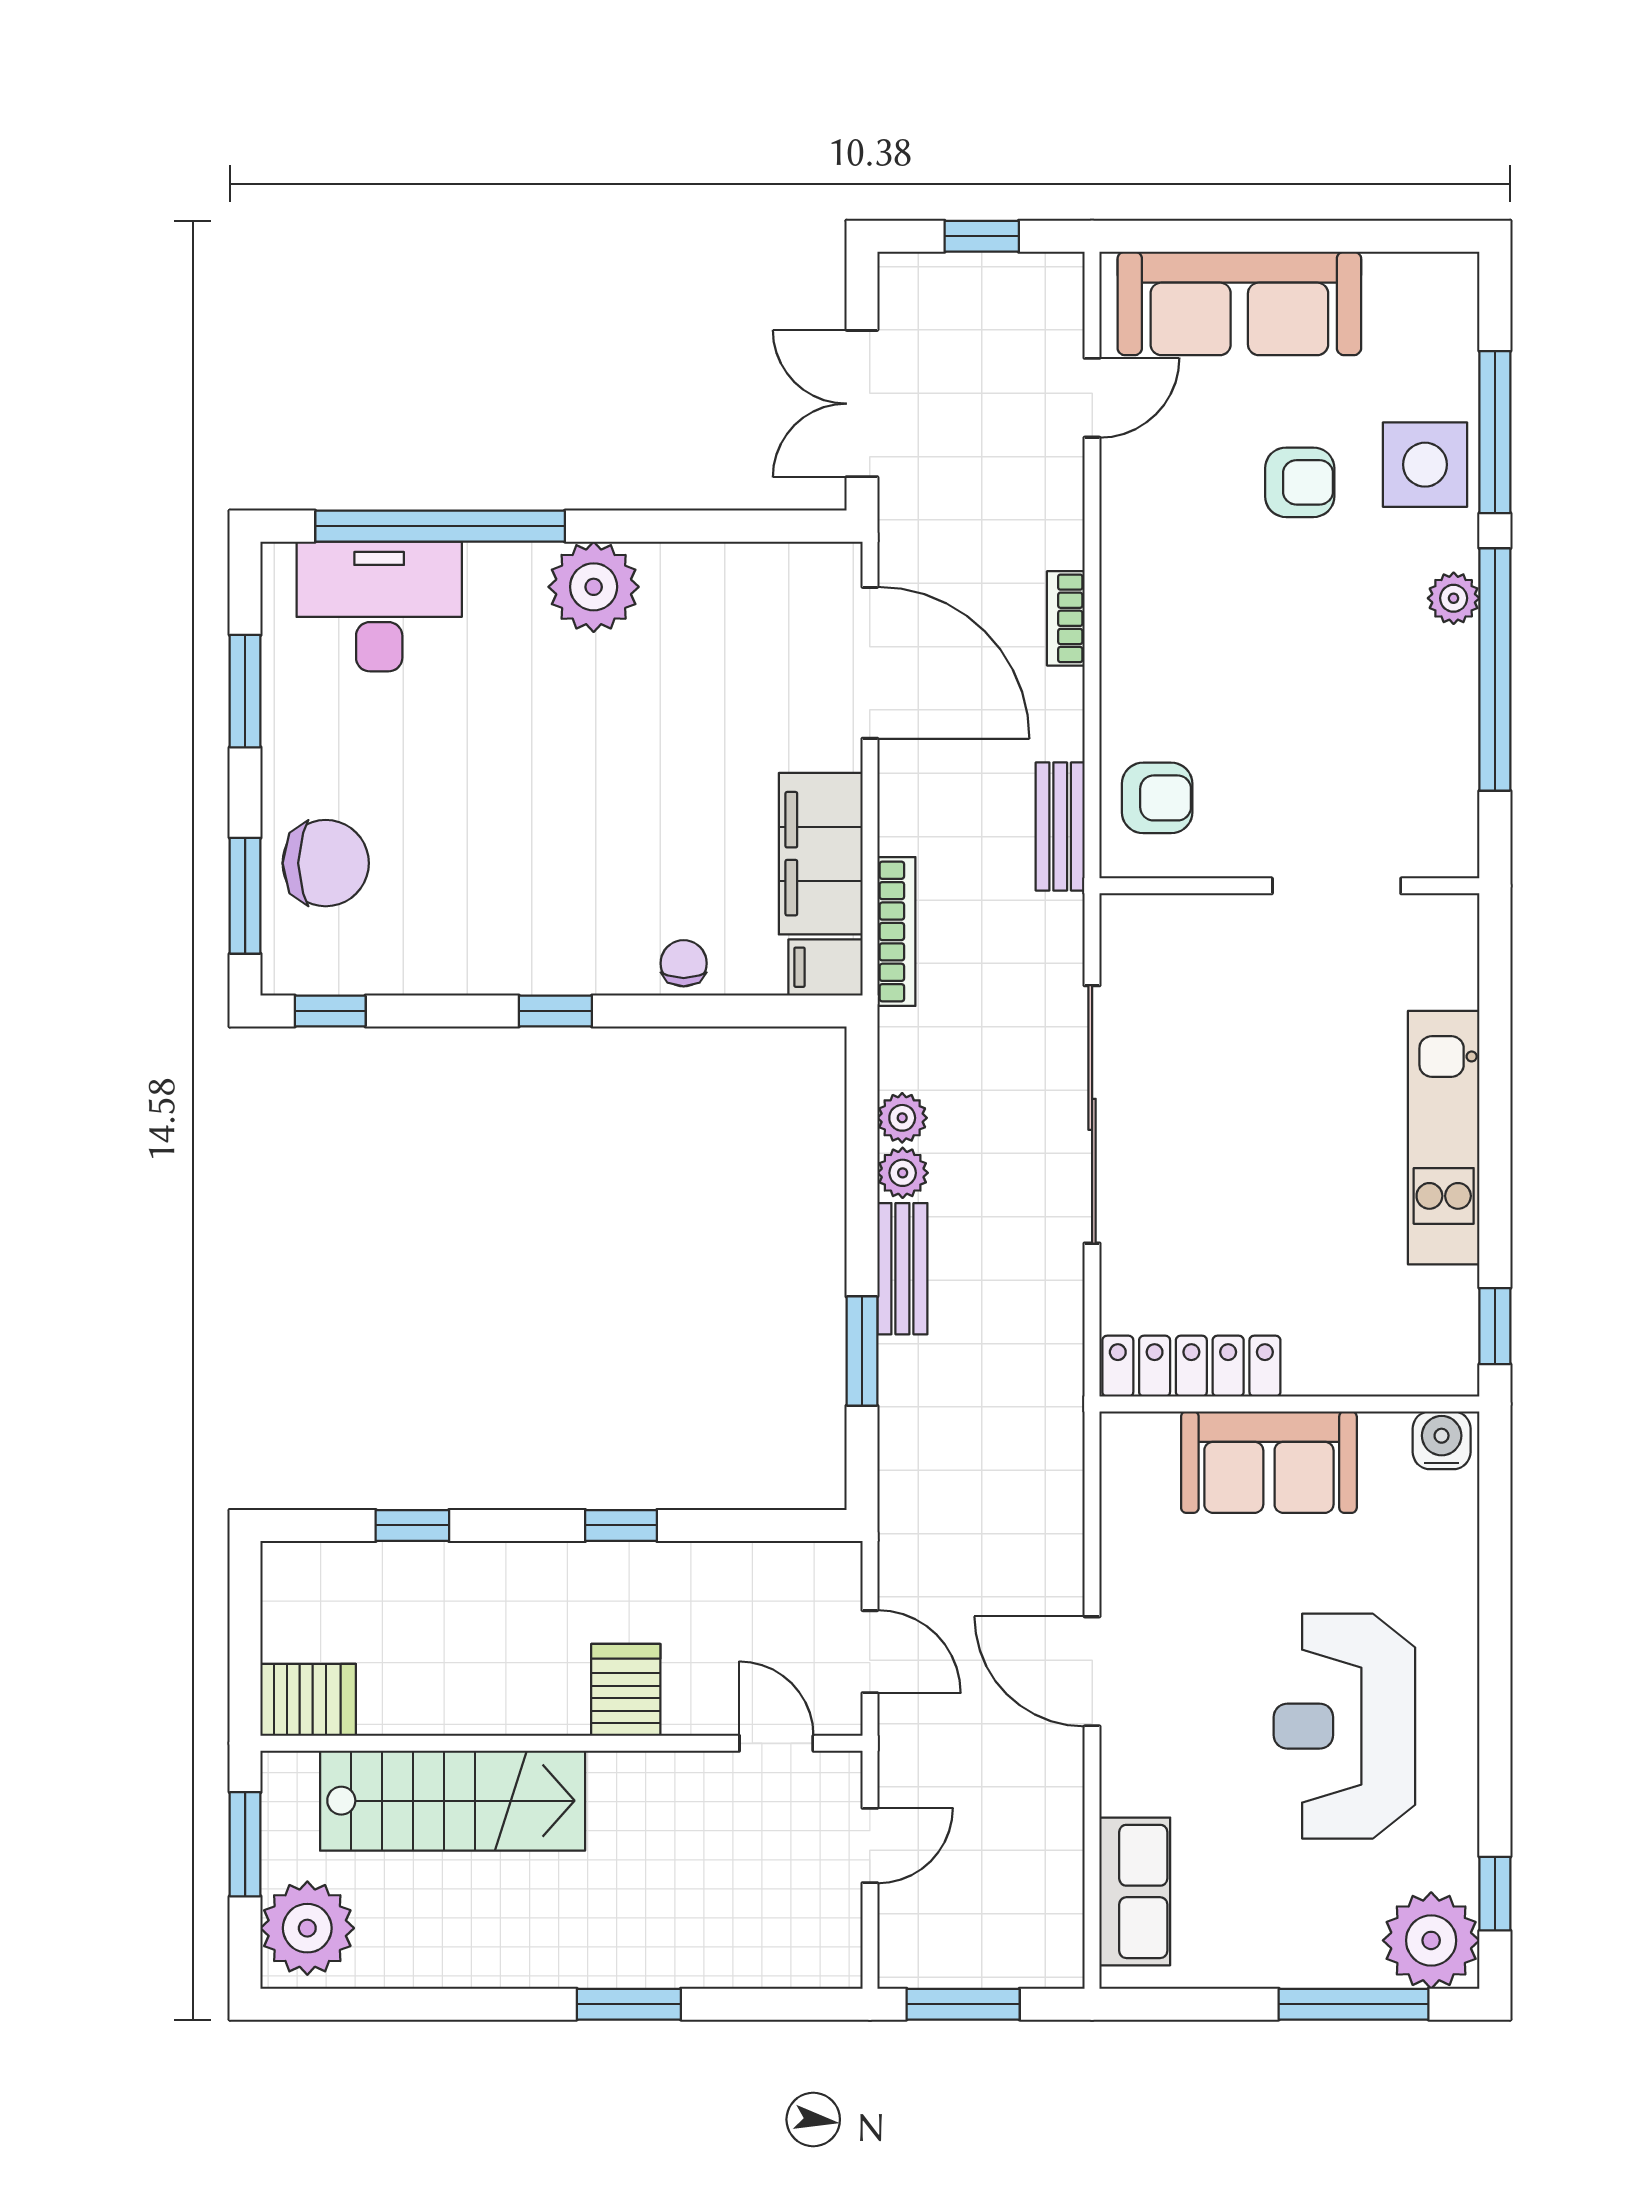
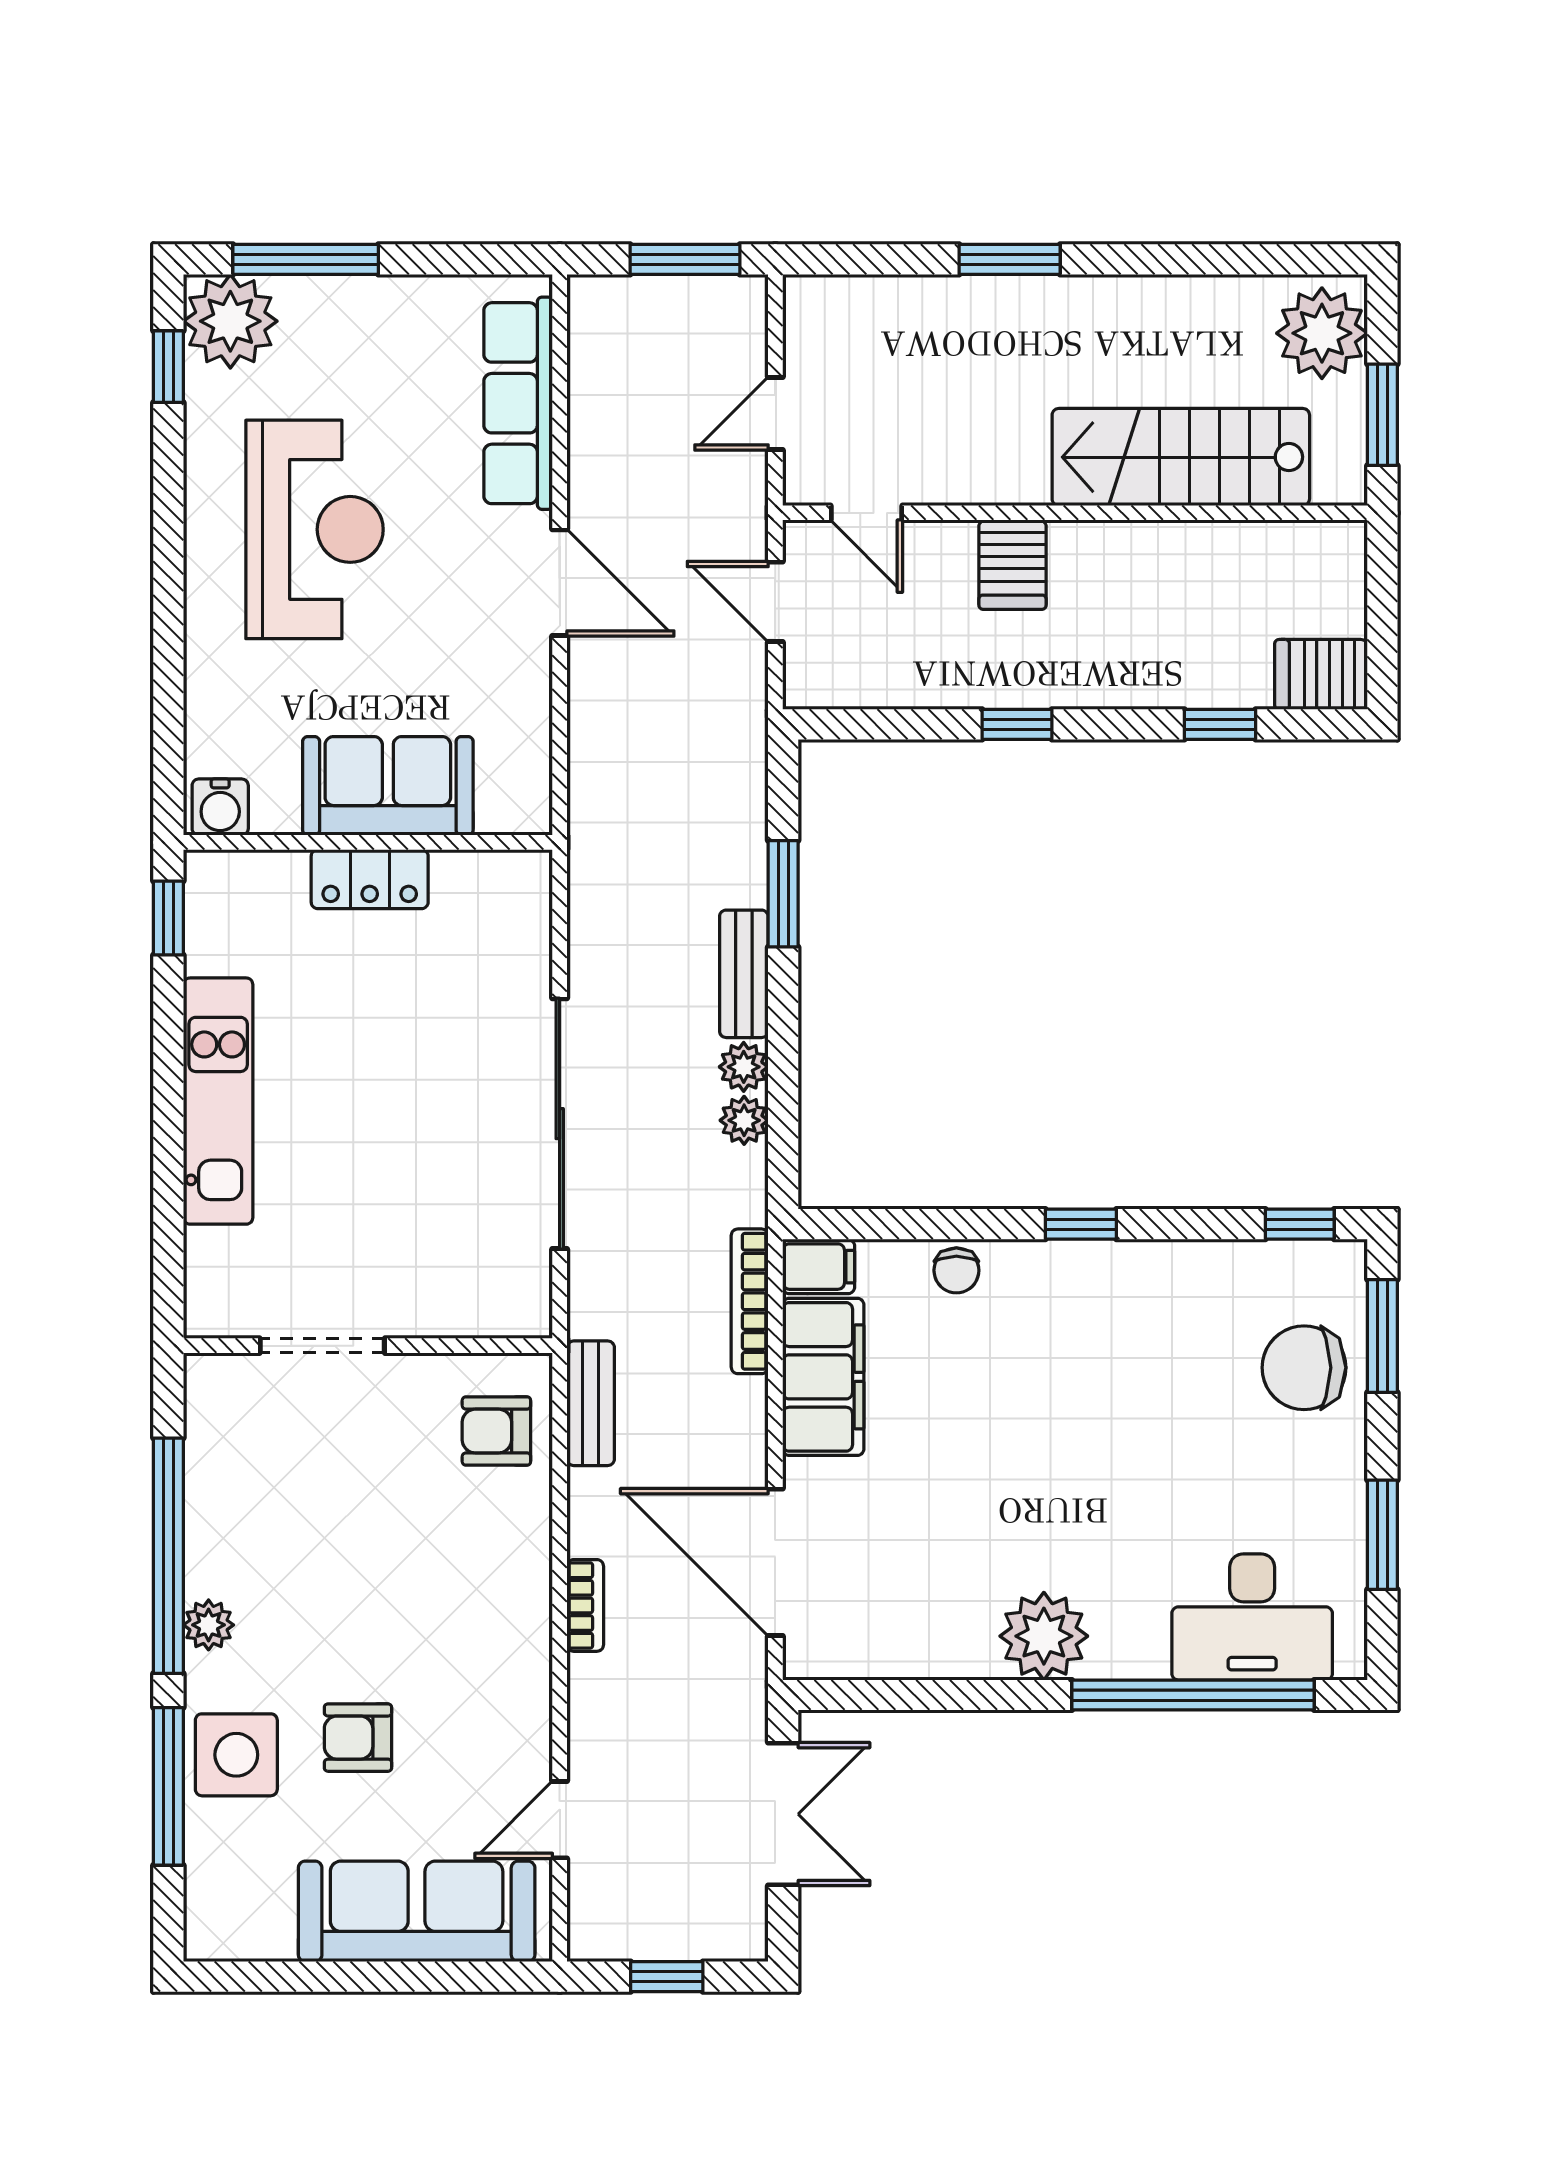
locker: (1191, 1366) -> (370, 879), moved, width x0.66
server rack: (308, 1700) -> (1321, 674), moved
row of seats: (1135, 1891) -> (518, 403), width x1.48

